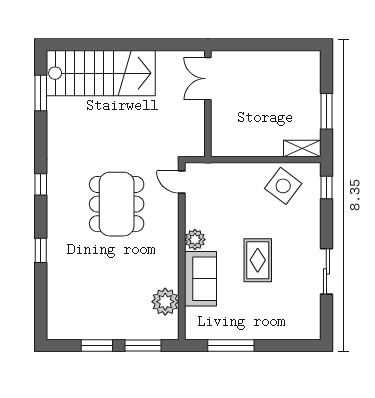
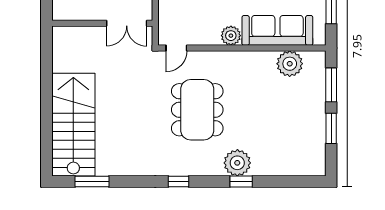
double door: (208, 79) -> (127, 23), moved
dining table: (117, 204) -> (197, 110), turned 90
plant: (61, 246) -> (237, 163), added
sofa: (200, 279) -> (277, 30), width x1.36

